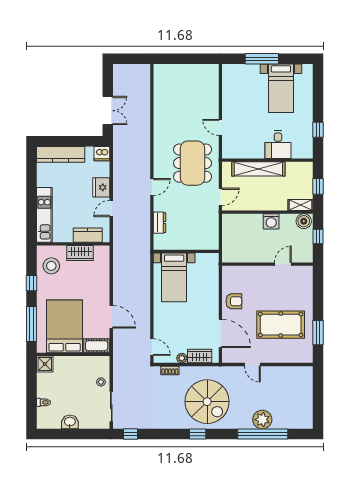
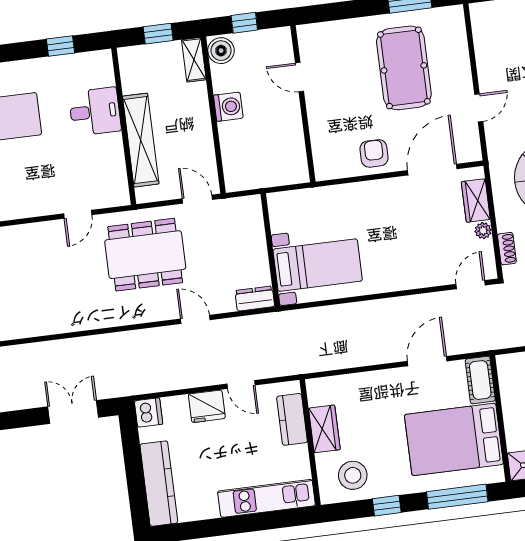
wall: (186, 251) -> (270, 250), moved
bed with nightstands: (174, 277) -> (318, 265), moved

